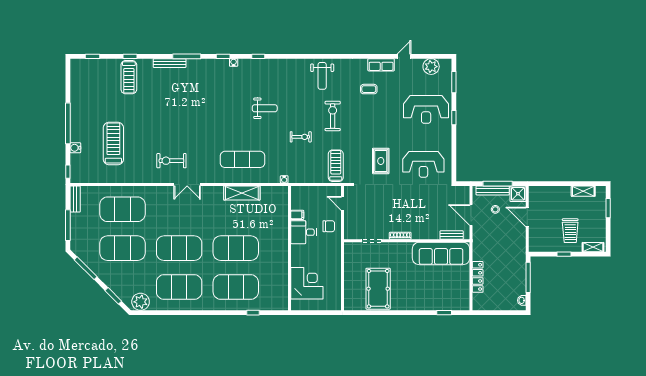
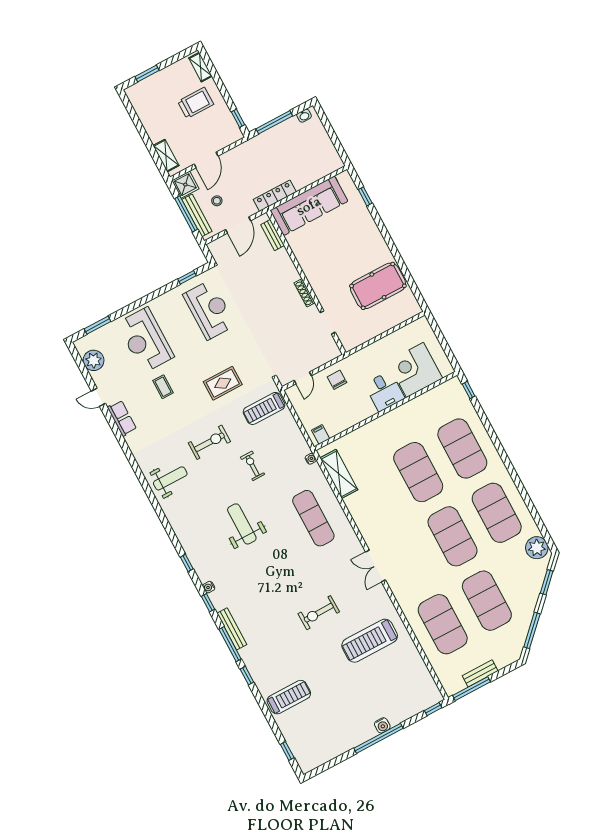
window: (130, 56) -> (247, 676), moved
bench: (170, 63) -> (232, 629), moved
coffee table: (369, 89) -> (163, 387), moved
weight bench: (265, 108) -> (242, 524), width x1.36, depth x1.33
reception desk: (426, 109) -> (145, 340), turned 180
exercise bike: (333, 116) -> (209, 442), turned 180
window: (454, 118) -> (187, 277), moved
treadmill: (113, 143) -> (370, 641), moved
water cooler: (75, 148) -> (382, 725), moved
exercise bike: (171, 161) -> (319, 613), moved, turned 89
rug: (381, 161) -> (223, 383), moved
double door: (187, 184) -> (375, 566), swing flipped
shelving: (583, 191) -> (166, 156), moved
shelving: (242, 193) -> (339, 474), moved
bench: (75, 199) -> (480, 673), moved
filing cabinet: (297, 215) -> (321, 434), moved
window: (68, 225) -> (472, 689), moved
desk: (303, 232) -> (385, 391), moved
sofa: (441, 253) -> (309, 206), moved, turned 90
window: (564, 254) -> (238, 118), moved
locker: (478, 277) -> (275, 196), moved
window: (253, 313) -> (469, 390), moved

